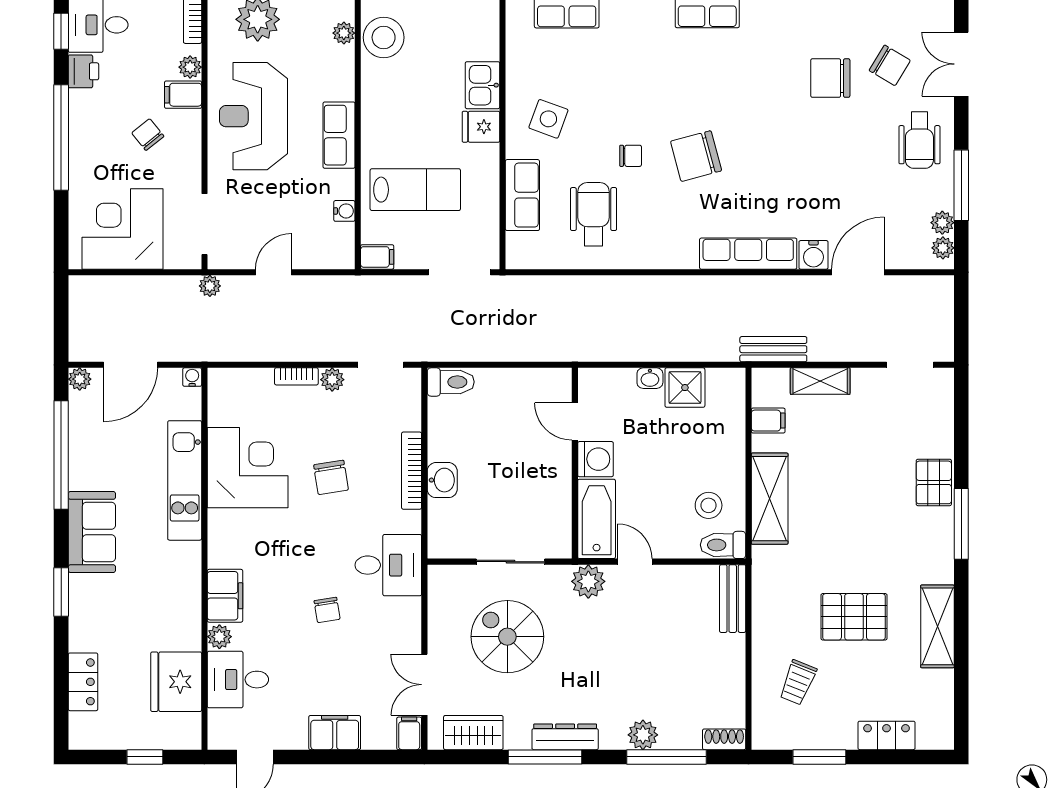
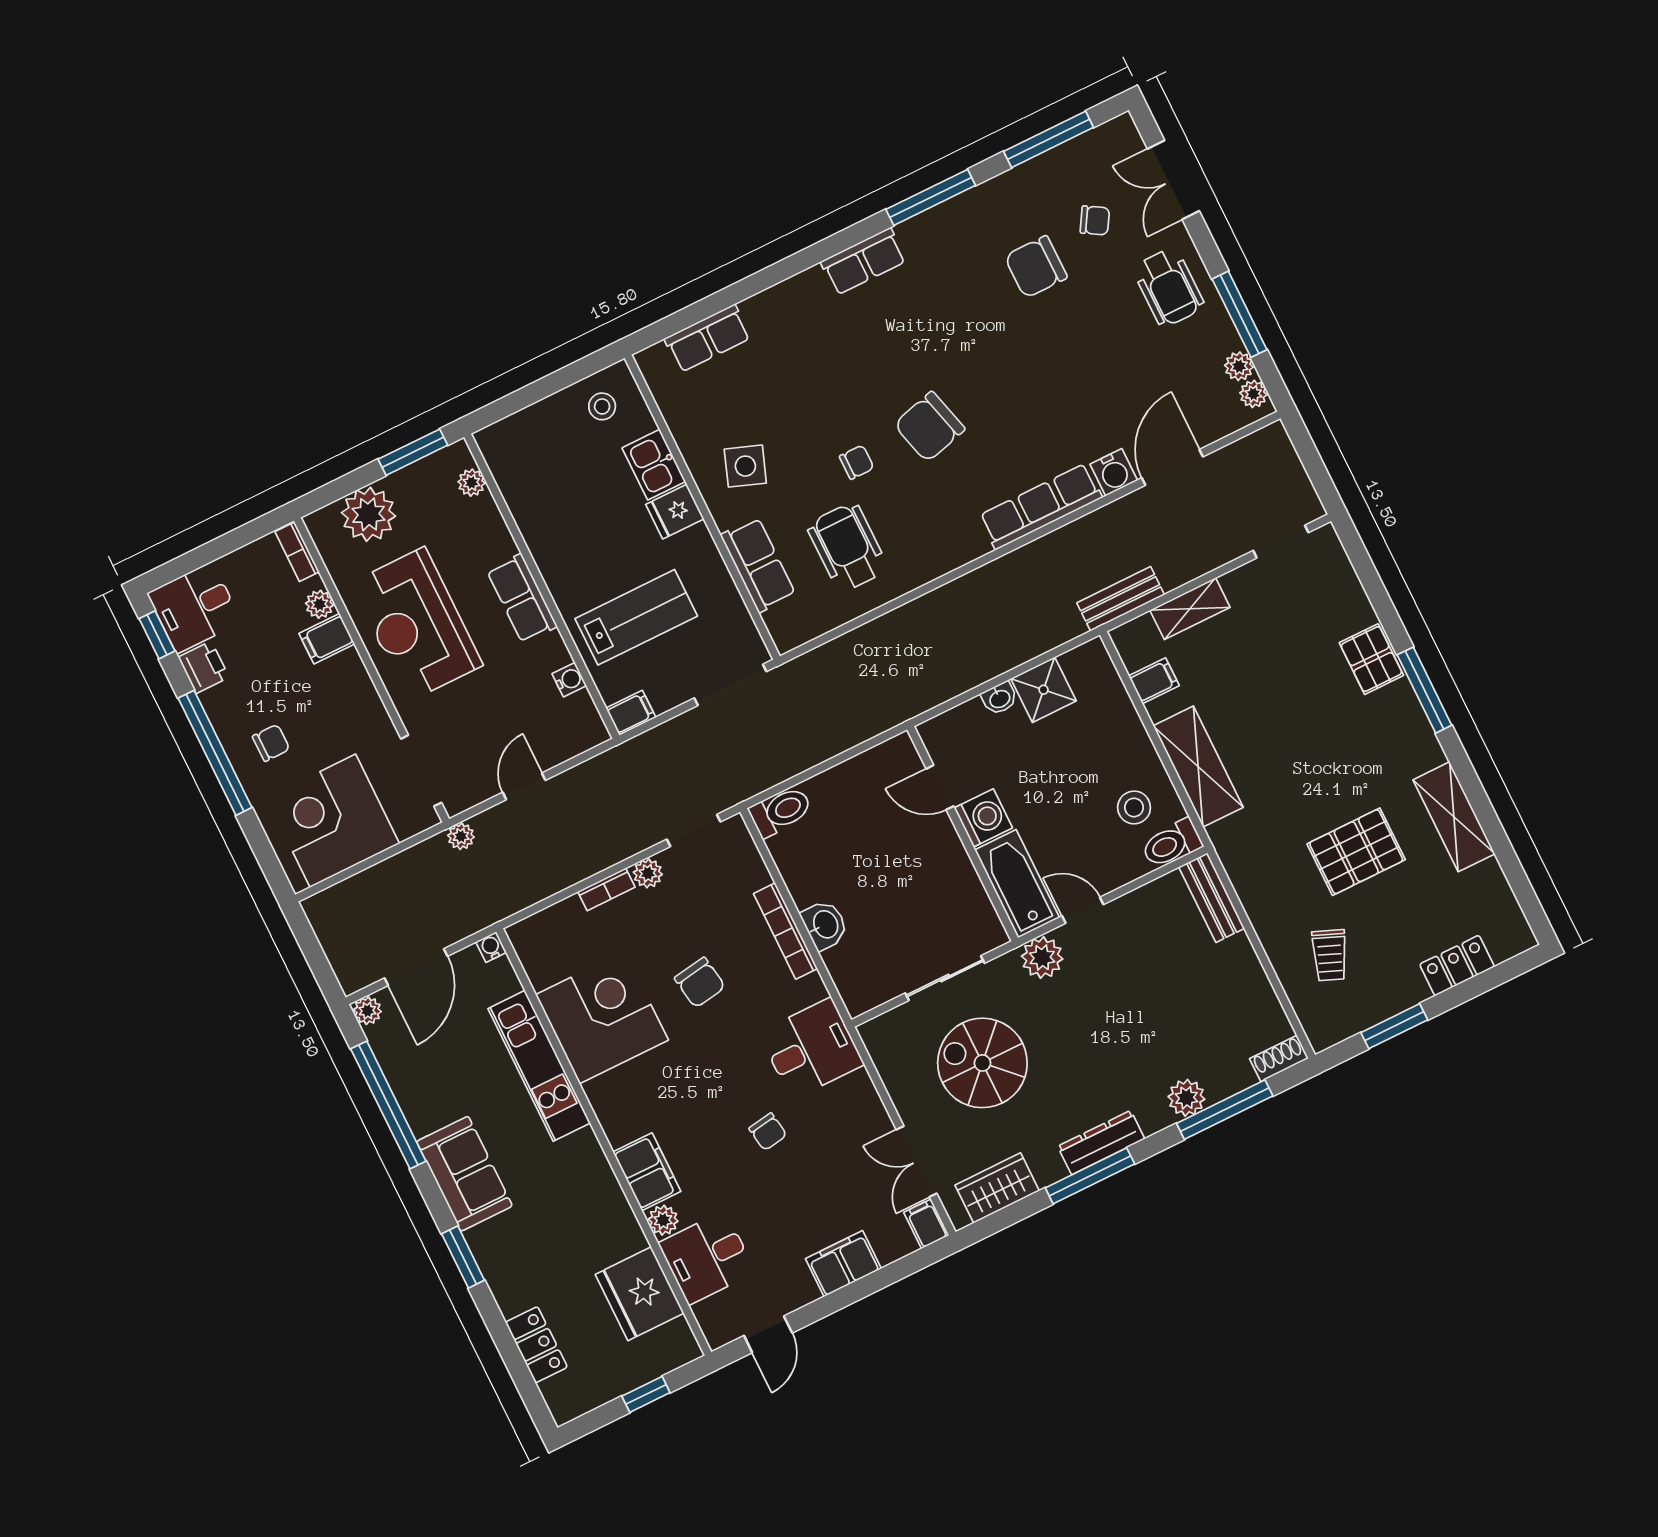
stool: (384, 37) -> (602, 406), moved, width x0.53, depth x0.53
chair: (890, 65) -> (1095, 220), width x0.73, depth x0.73
chair: (148, 135) -> (271, 743), moved, turned 129

